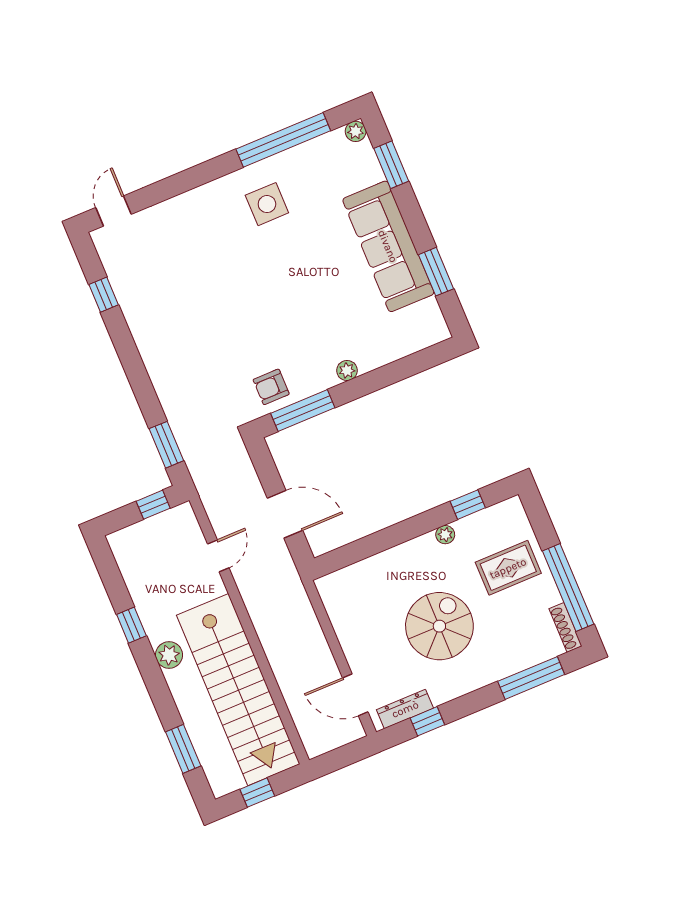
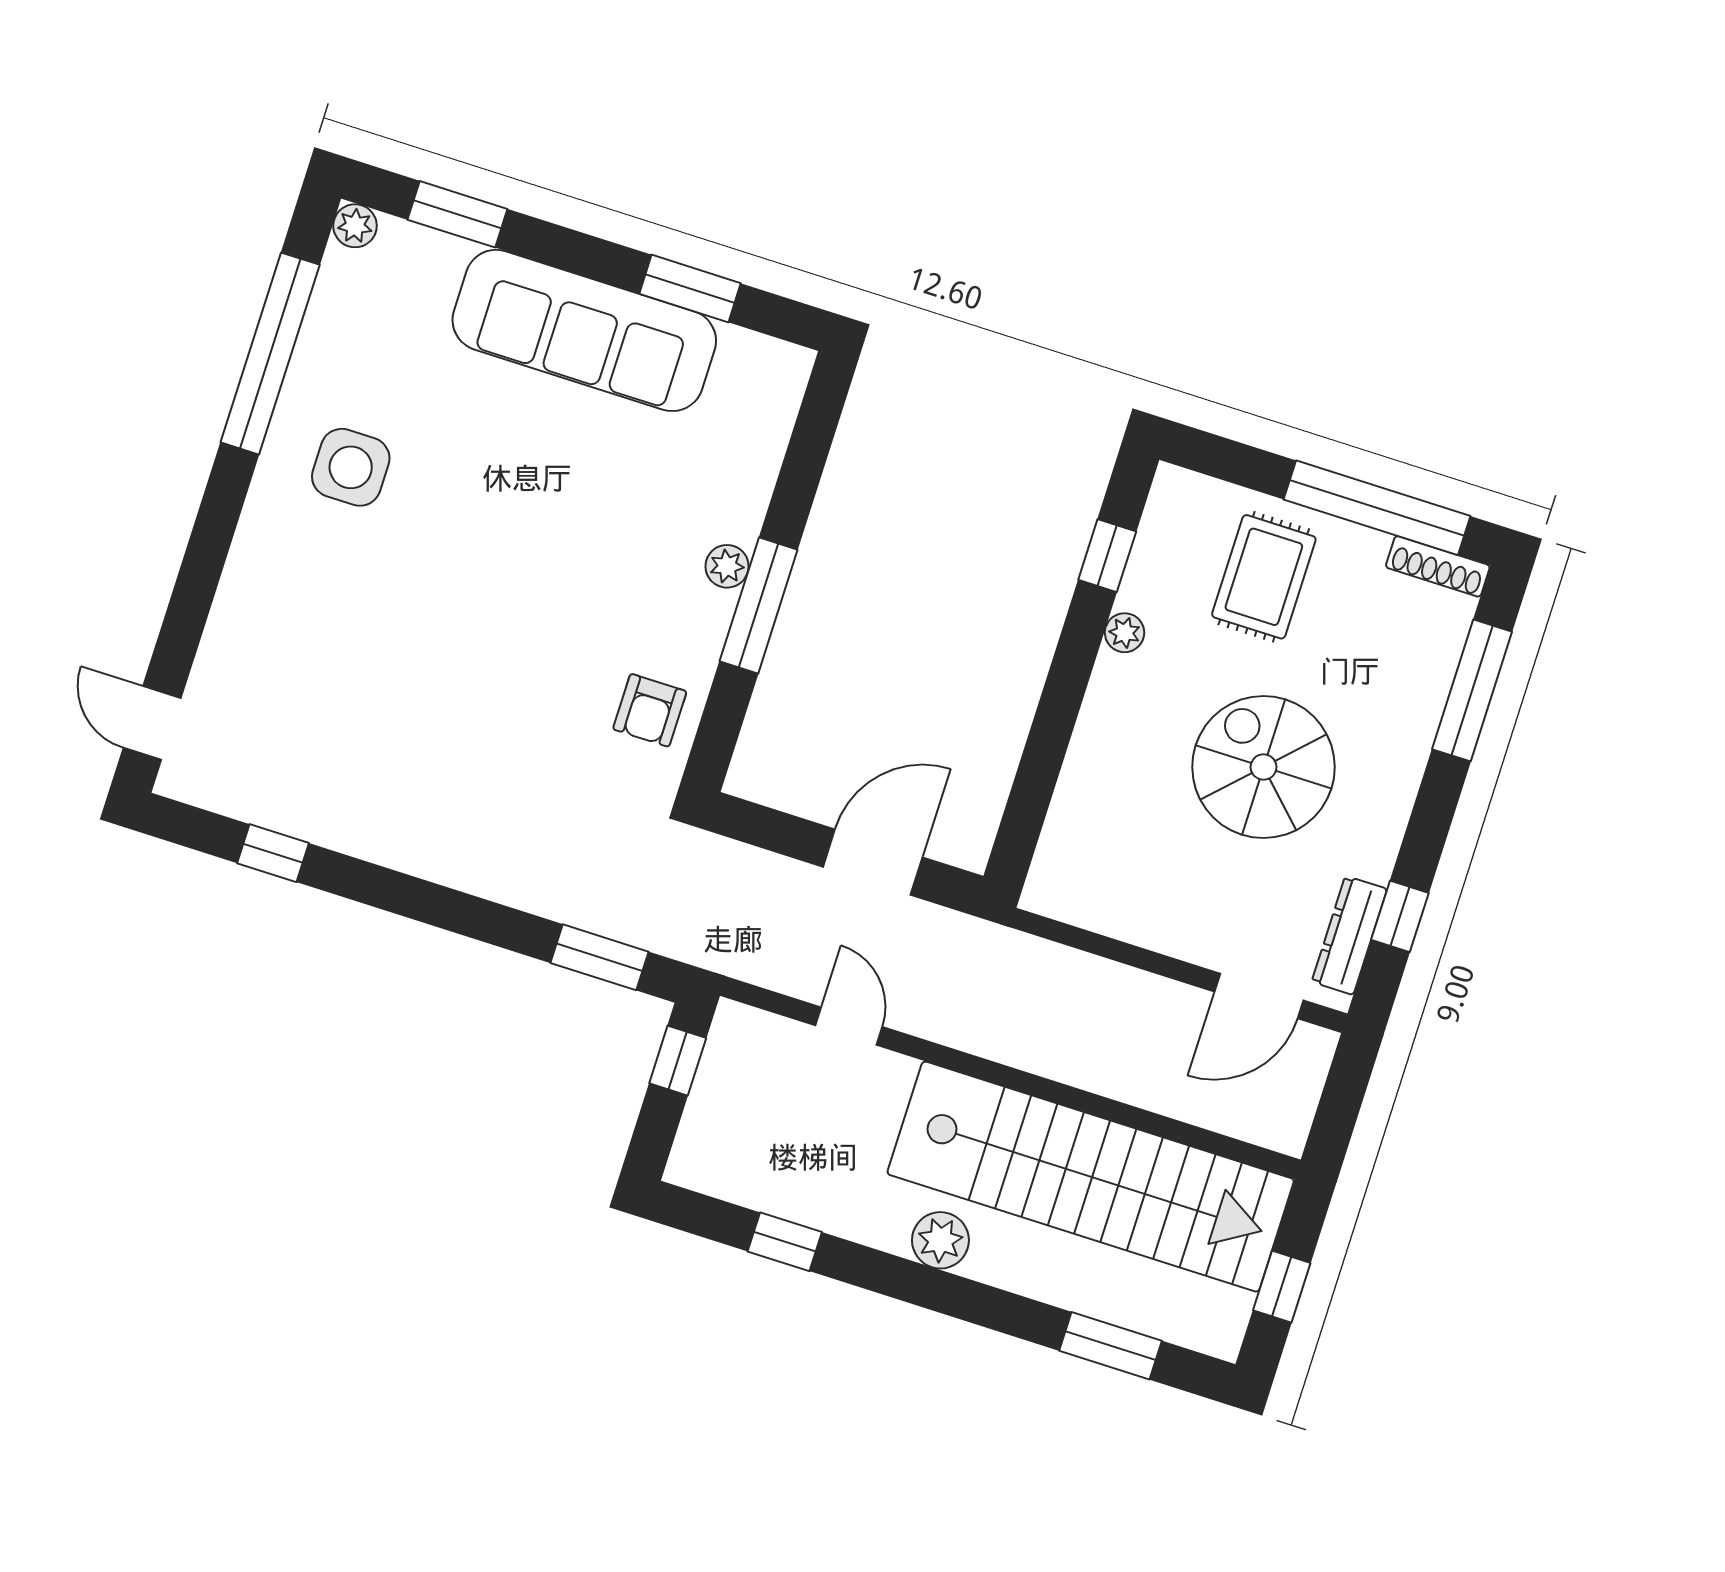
window: (303, 411) -> (759, 605), moved
window: (131, 625) -> (785, 1242), moved

